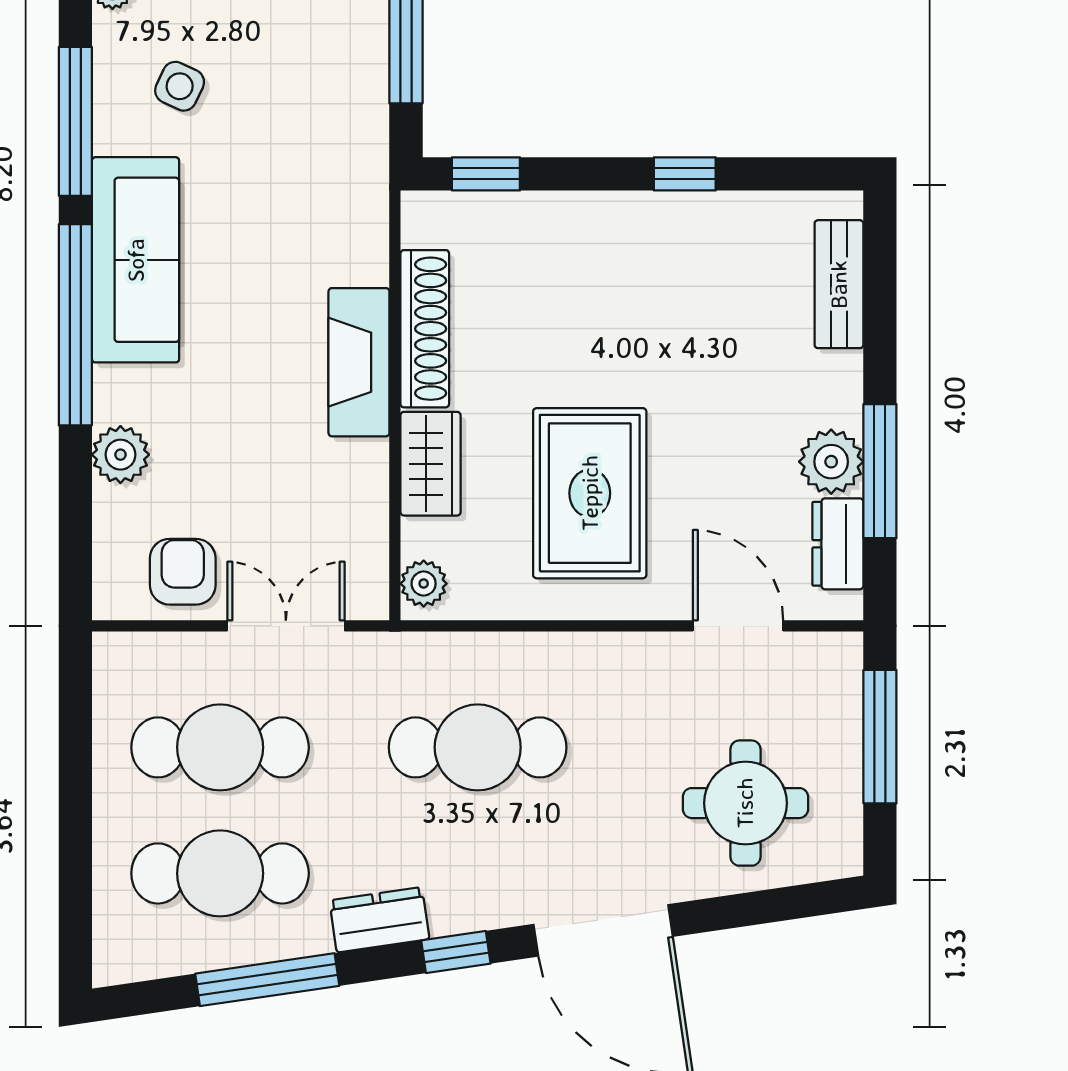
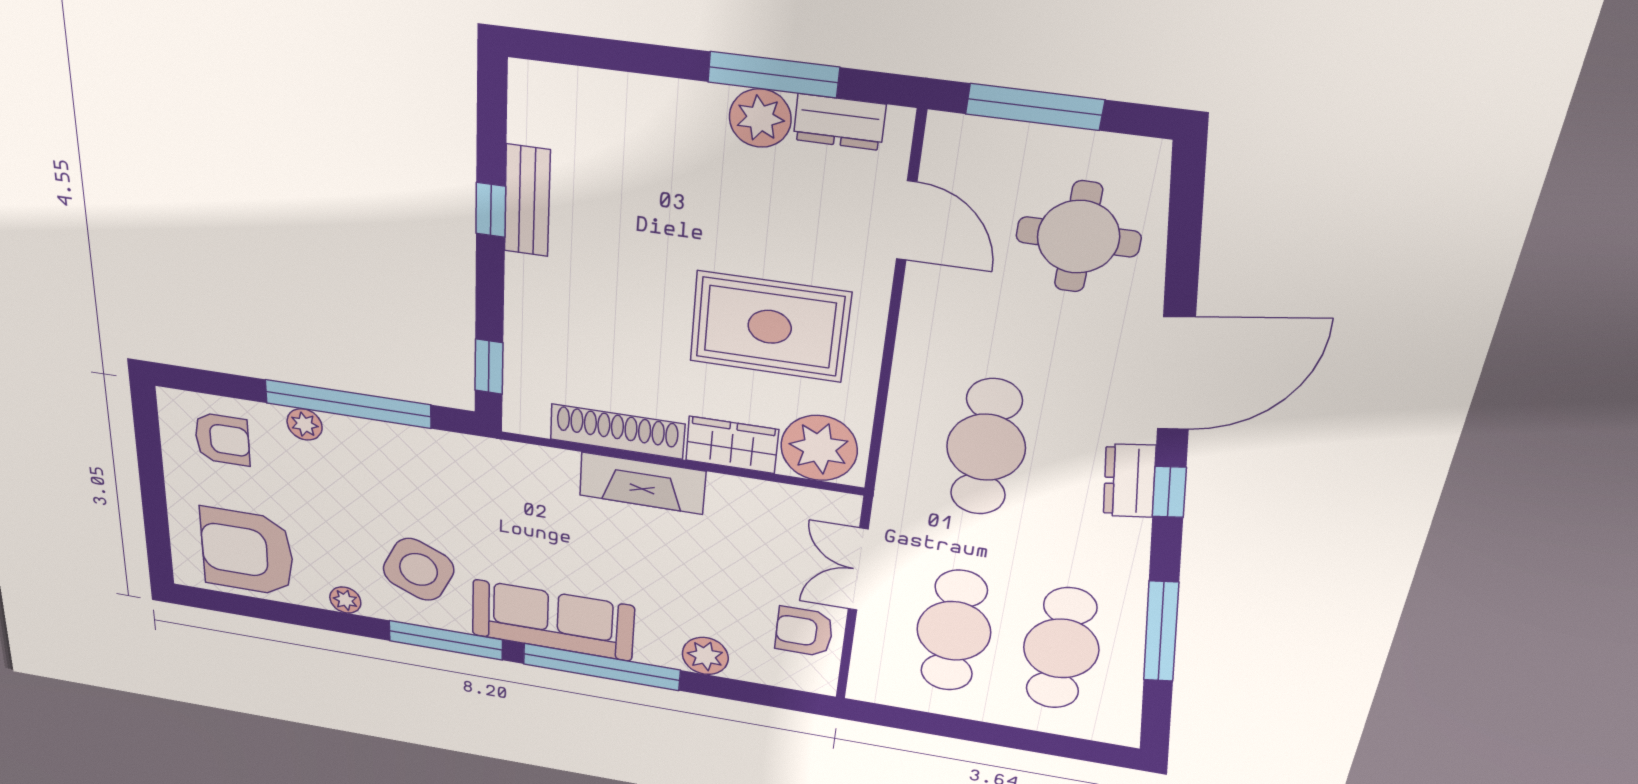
side table: (180, 86) -> (419, 569), width x1.87, depth x1.87
bench: (839, 284) -> (527, 201), moved, turned 90
plant: (424, 584) -> (819, 448), width x1.88, depth x1.88
door: (738, 626) -> (907, 221), swing flipped
dresser: (379, 920) -> (1129, 481), moved

